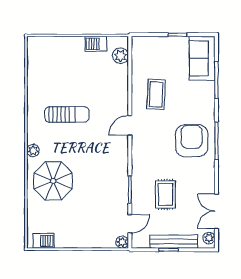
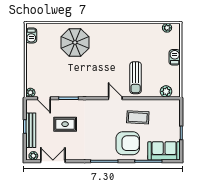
barbecue: (96, 44) -> (175, 57), moved
sun lounger: (67, 114) -> (136, 78), moved
armchair: (192, 141) -> (128, 143), moved
plant: (33, 150) -> (167, 28), moved

